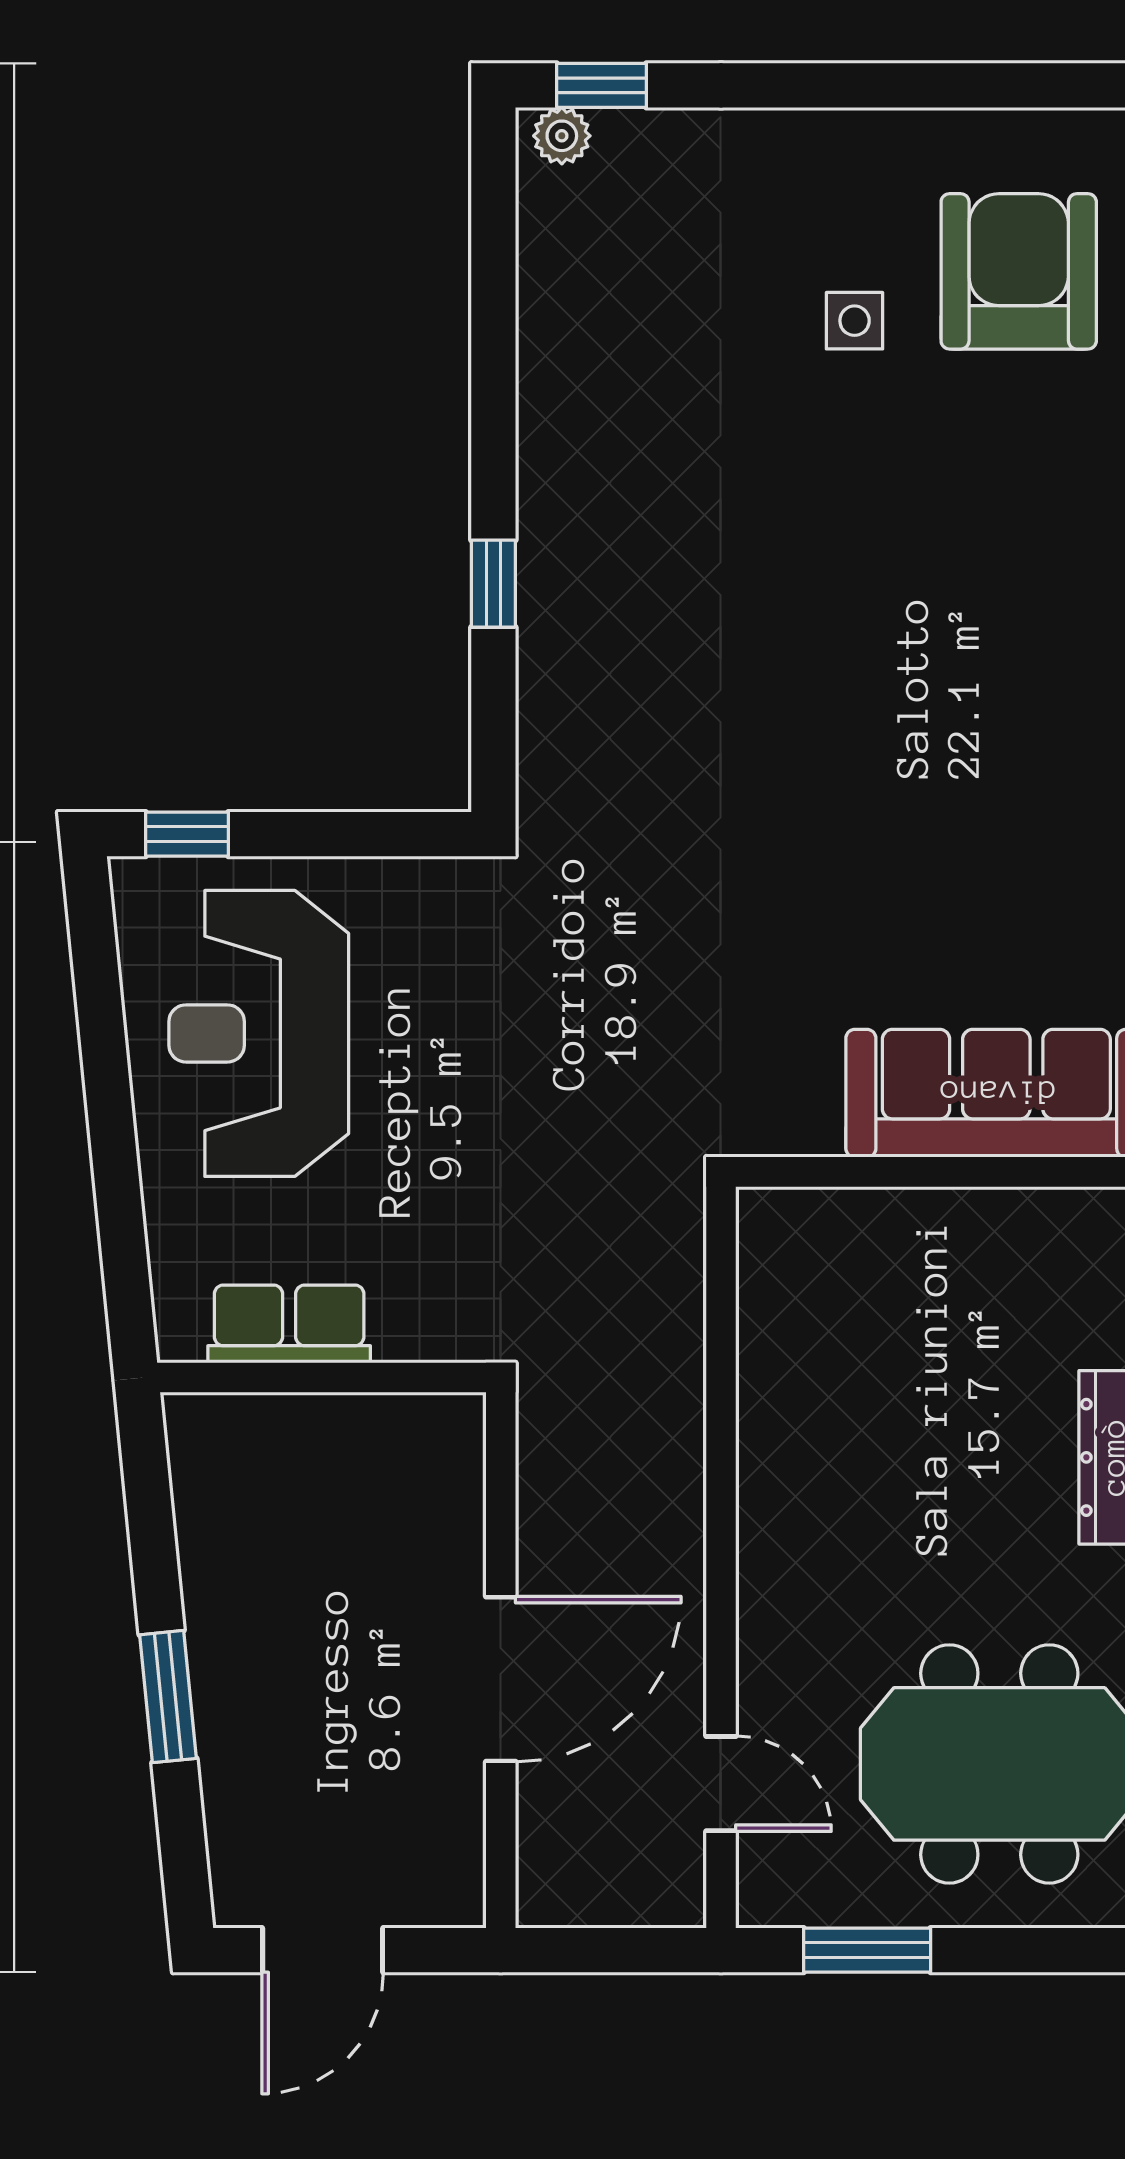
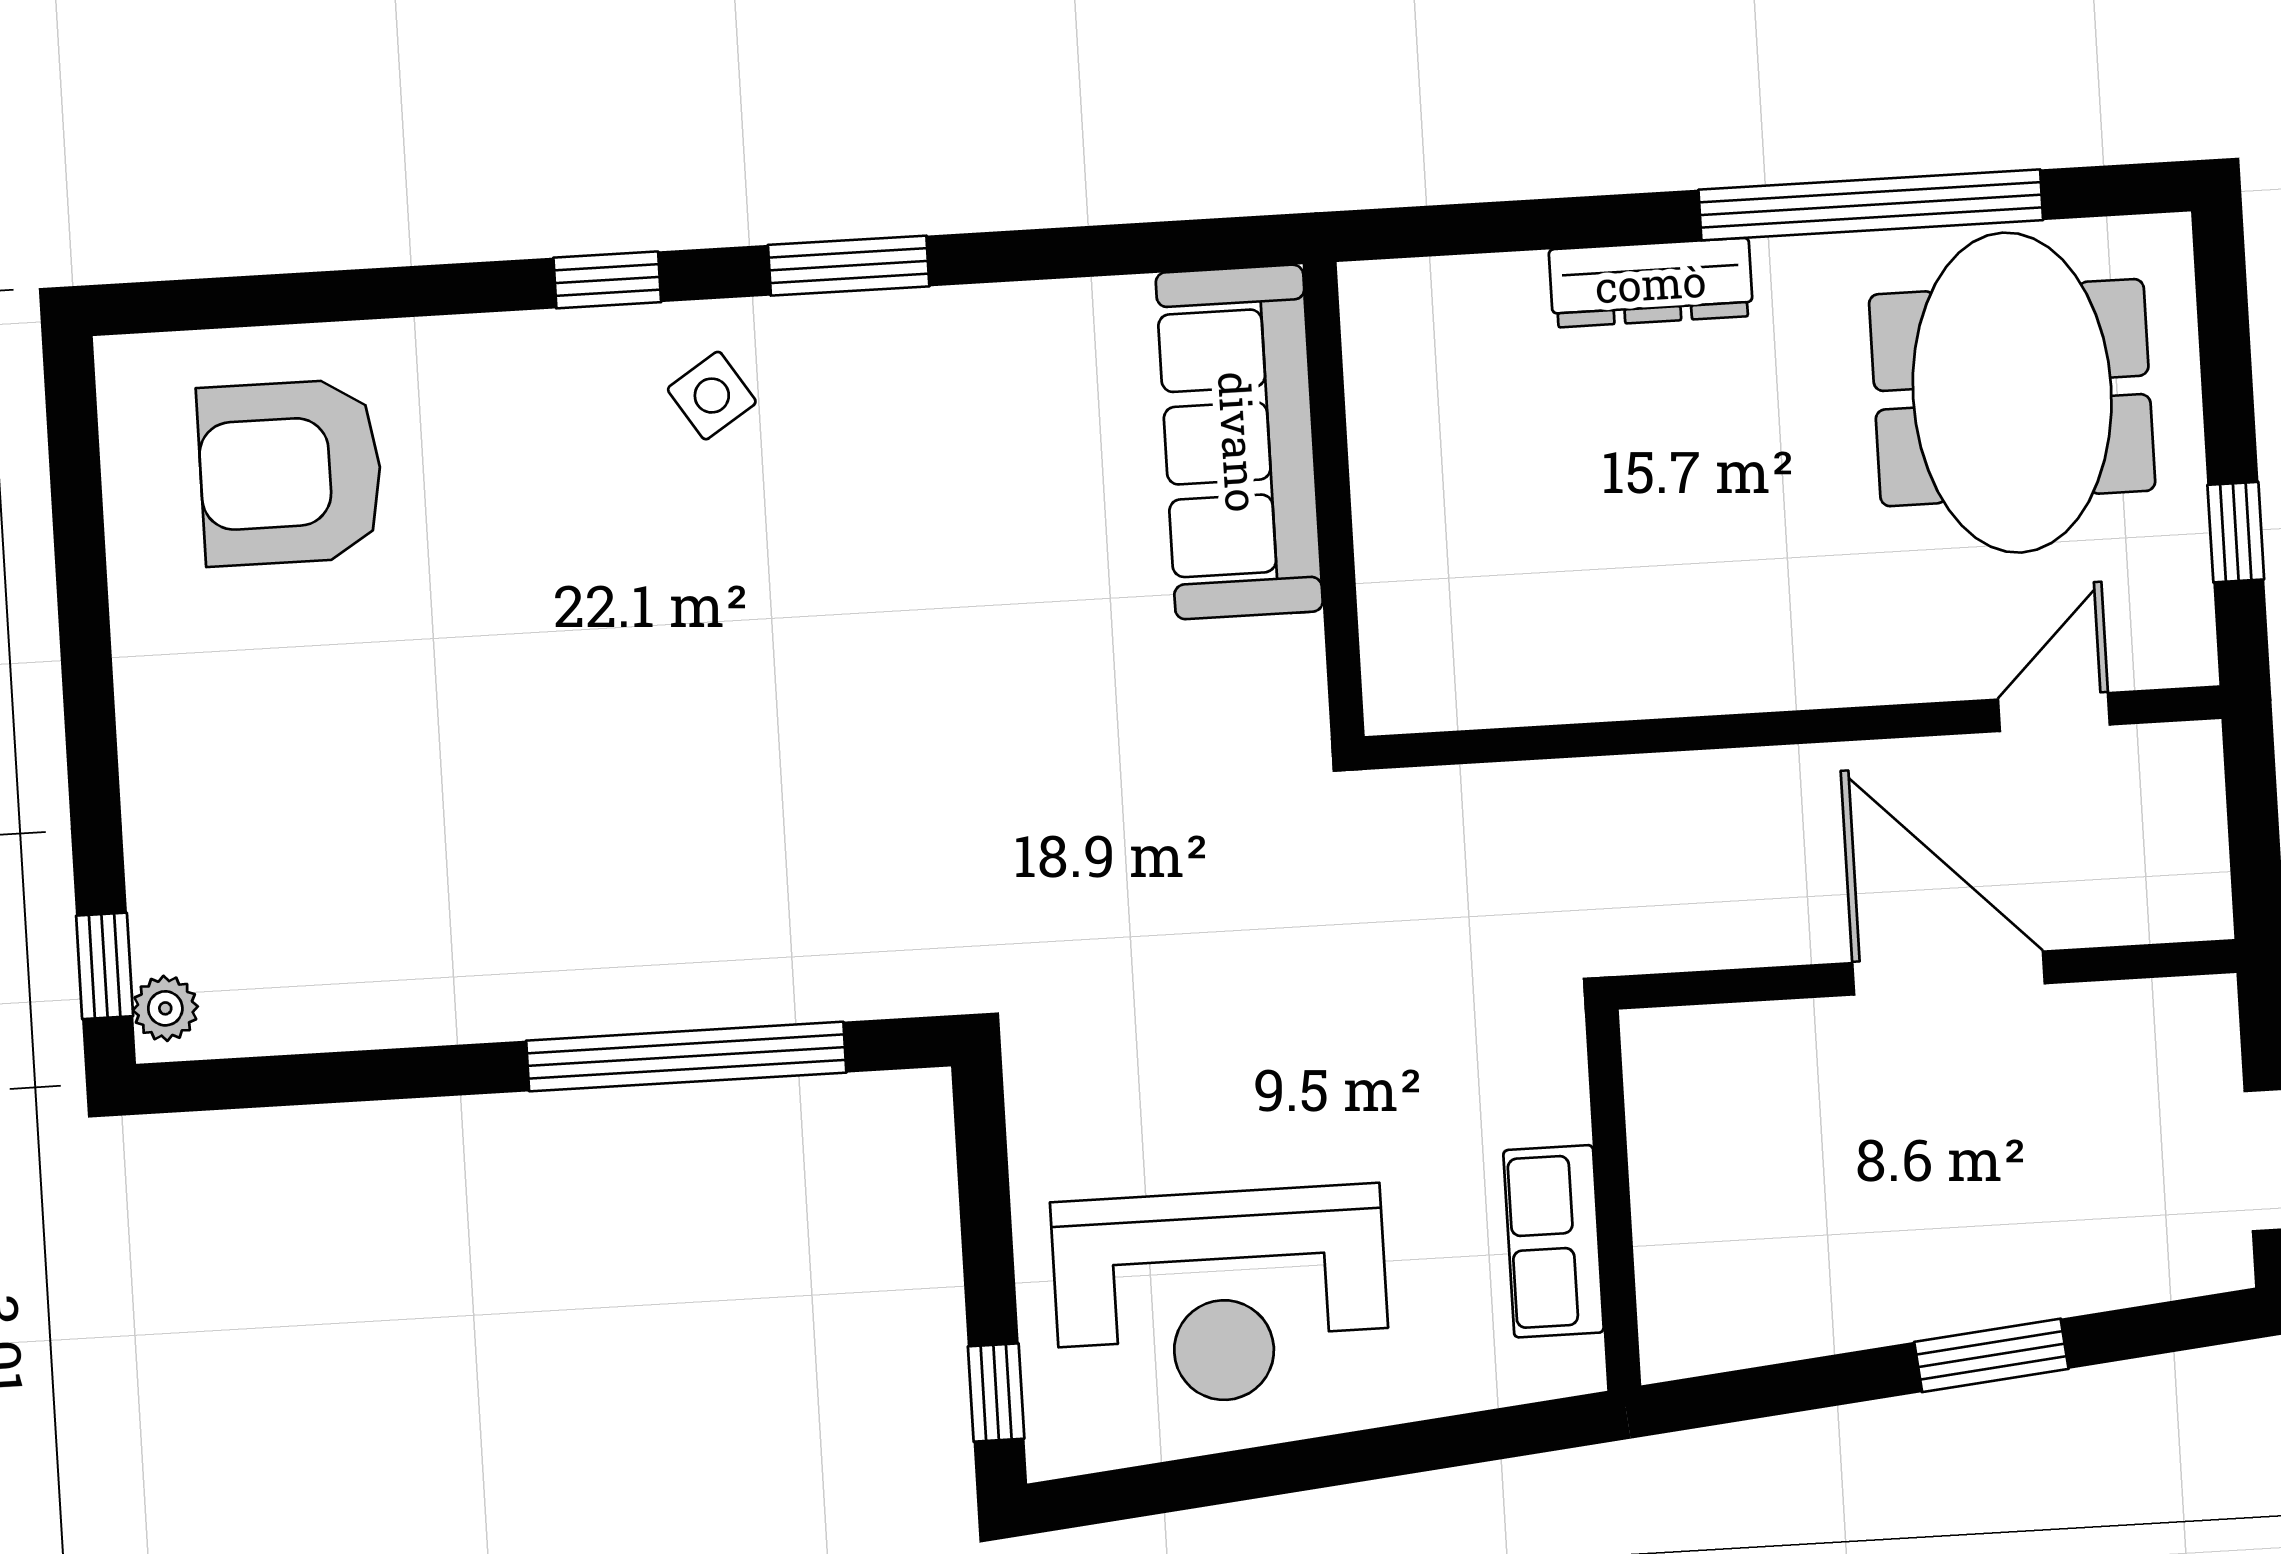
side table: (855, 321) -> (712, 396), moved, turned -33
window: (493, 584) -> (686, 1057), width x3.17
window: (867, 1950) -> (2236, 532), width x0.67

